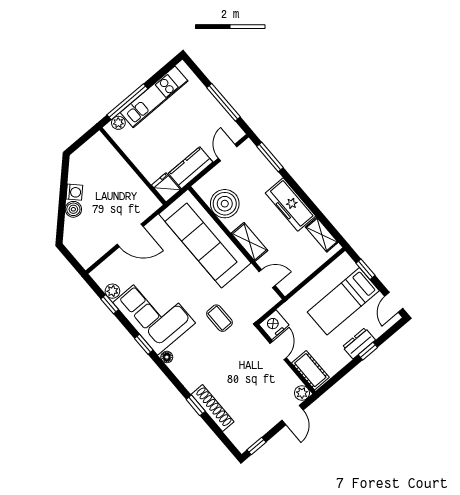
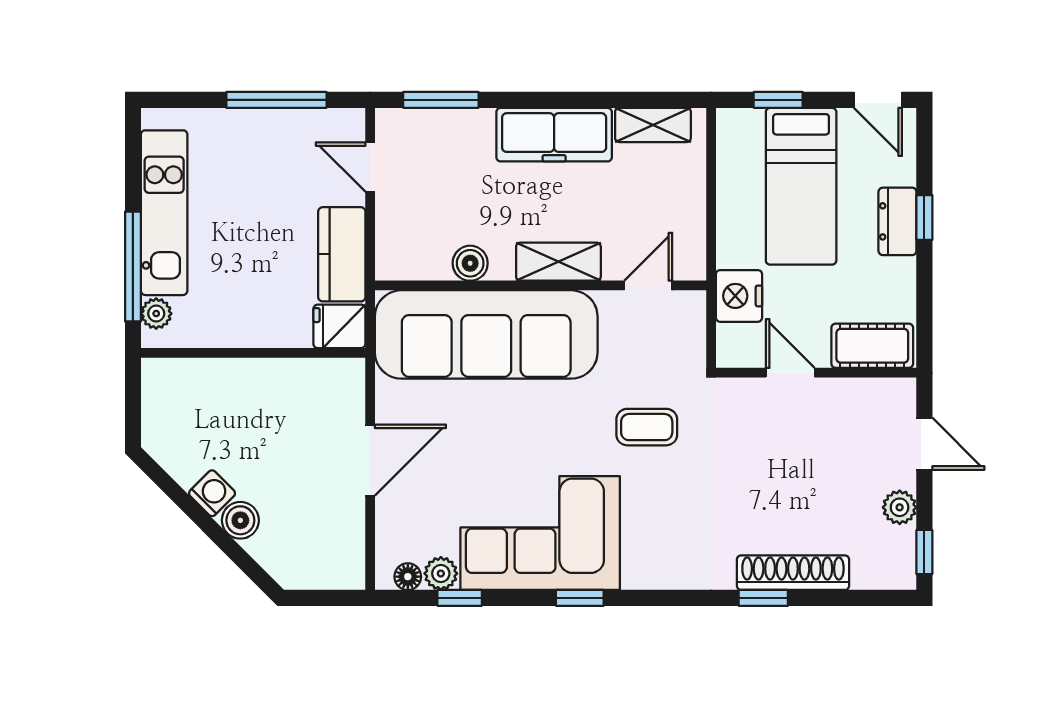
boiler: (225, 204) -> (470, 263), width x0.54, depth x0.54
nightstand: (274, 325) -> (739, 296), moved
floor lamp: (167, 357) -> (408, 577), moved
plant: (302, 393) -> (900, 507), moved

